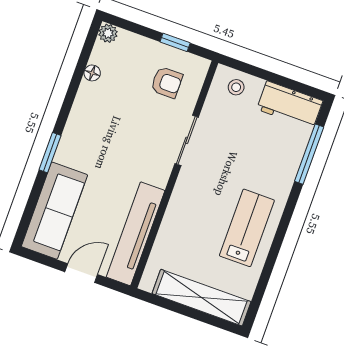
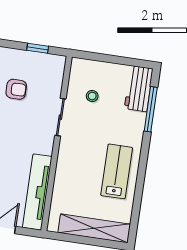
armchair: (167, 82) -> (16, 89), moved
stool: (236, 87) -> (92, 96), moved
workbench: (290, 105) -> (139, 89), moved, turned 90

